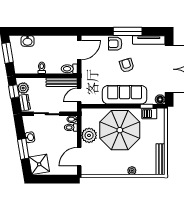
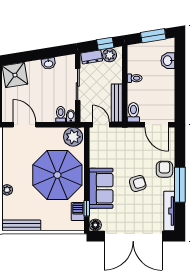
sofa: (125, 95) -> (101, 188), width x0.73
plant: (89, 135) -> (73, 137), moved
window: (23, 149) -> (34, 55), removed

